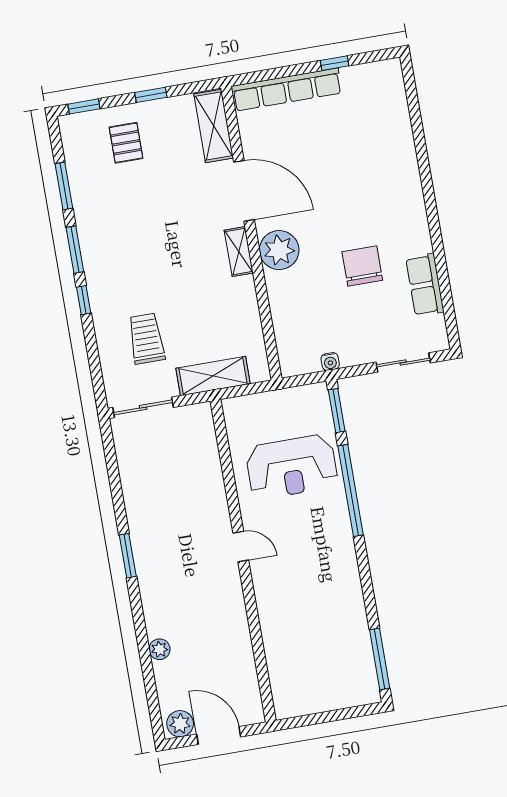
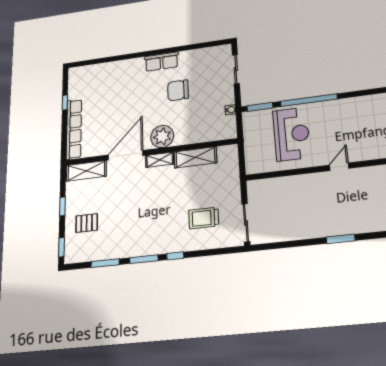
row of seats: (425, 285) -> (162, 62), moved
shelving: (213, 376) -> (195, 157), moved, turned 90

